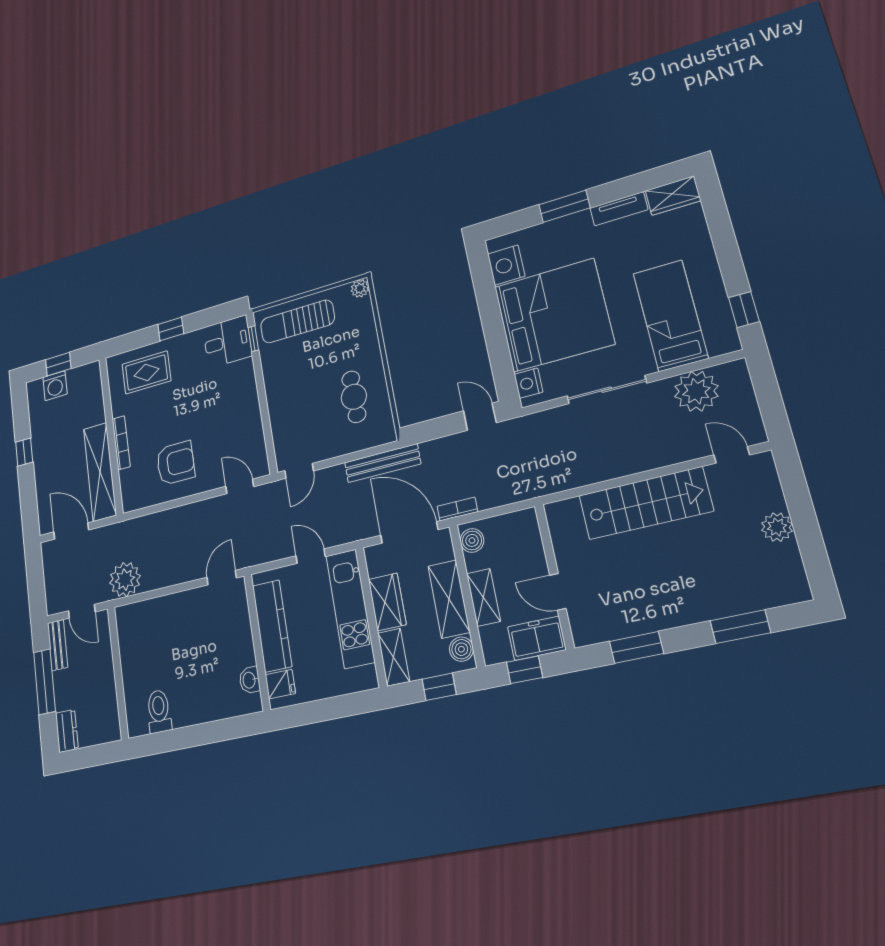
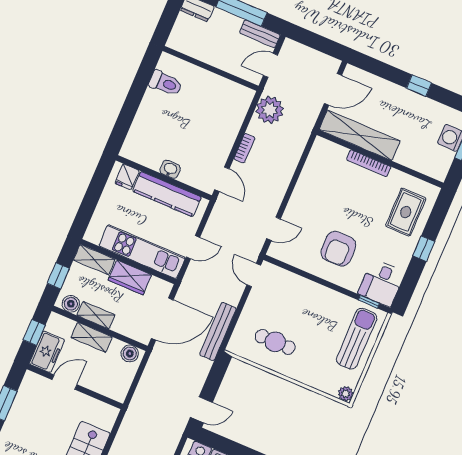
armchair: (176, 463) -> (338, 249), moved
bookcase: (457, 509) -> (244, 148), moved
shelving: (449, 599) -> (96, 315), width x0.67, depth x0.75
washbasin: (250, 680) -> (170, 169), moved

